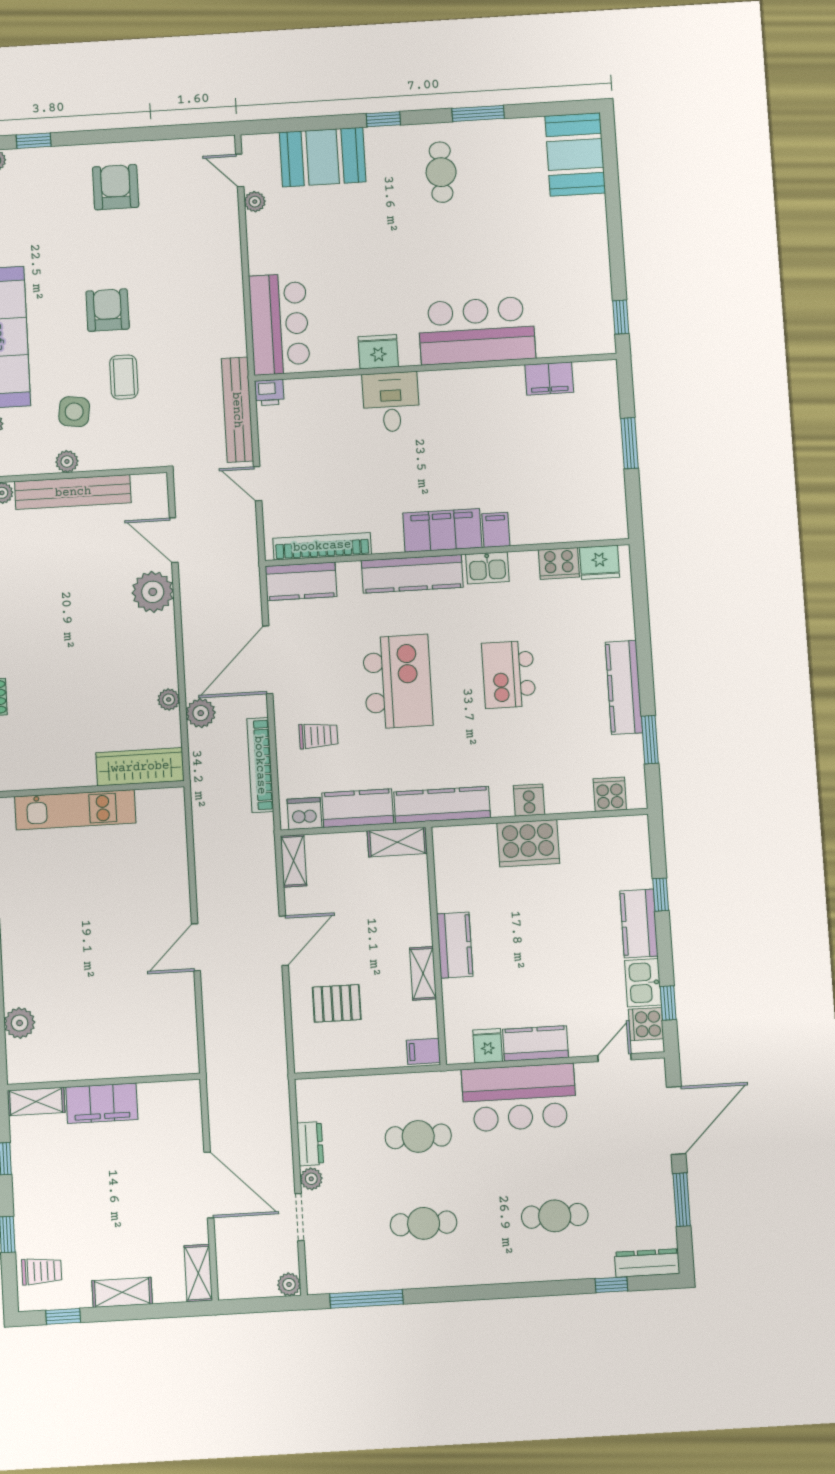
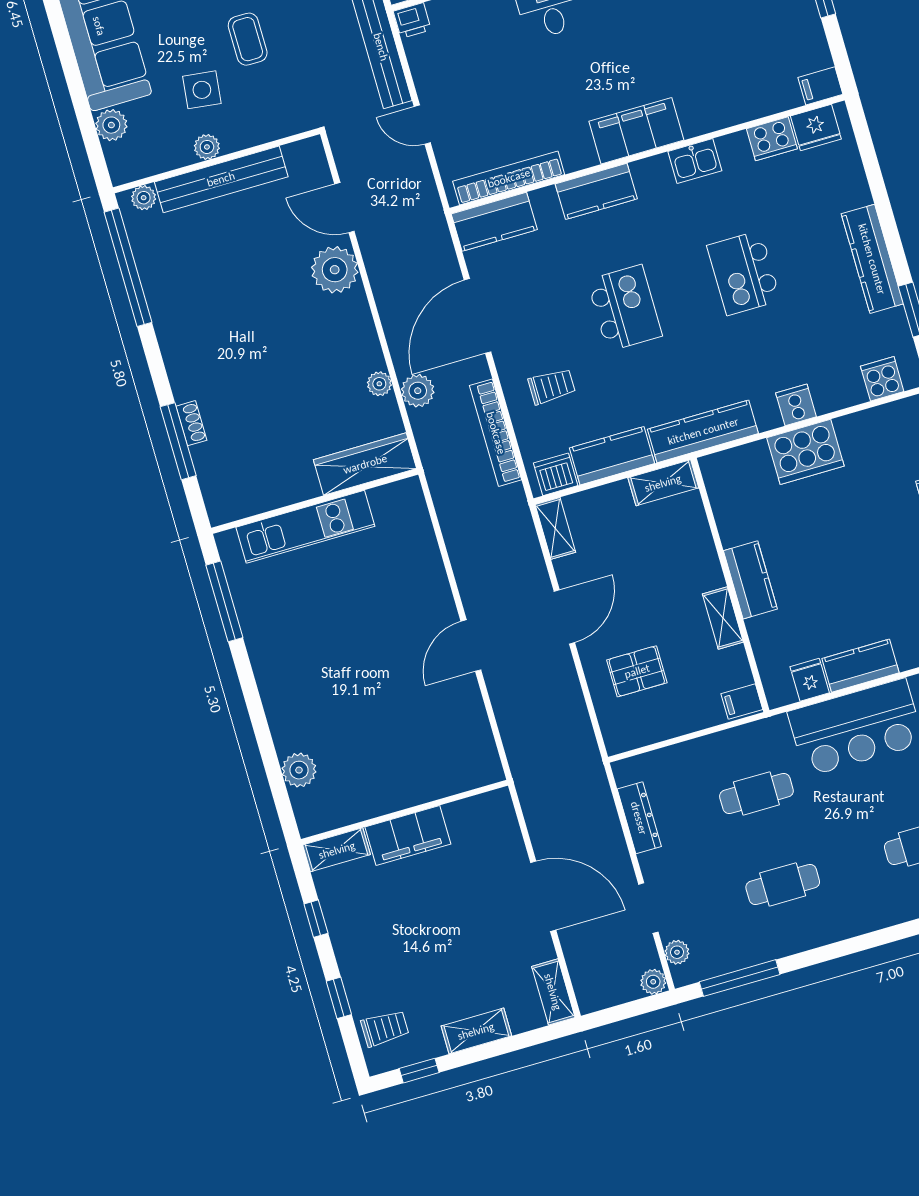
filing cabinet: (496, 530) -> (820, 86), moved, turned -90
kitchen counter: (412, 574) -> (596, 191), width x0.67
kitchen island: (398, 682) -> (625, 308), width x0.73, depth x0.78
dresser: (310, 1144) -> (639, 818), width x1.44
plant: (311, 1179) -> (677, 952), moved

